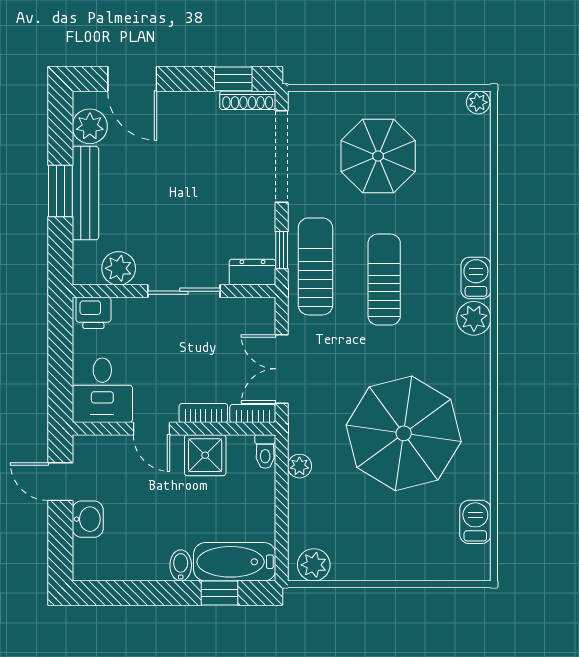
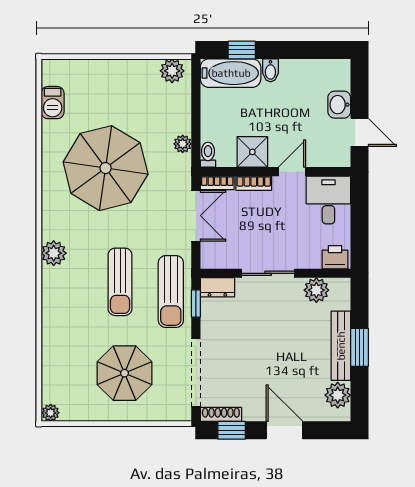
door: (132, 79) -> (284, 430), moved
barbecue: (476, 278) -> (52, 283), removed
door: (152, 429) -> (292, 172), hinge flipped

